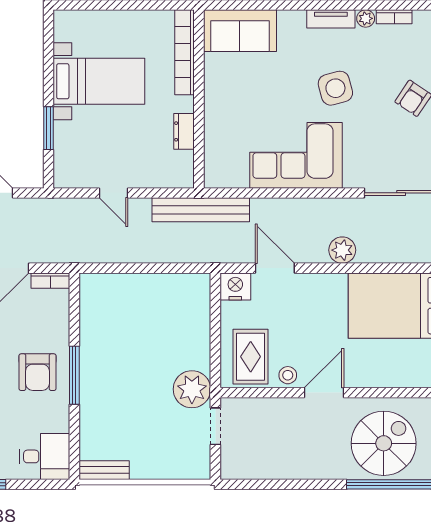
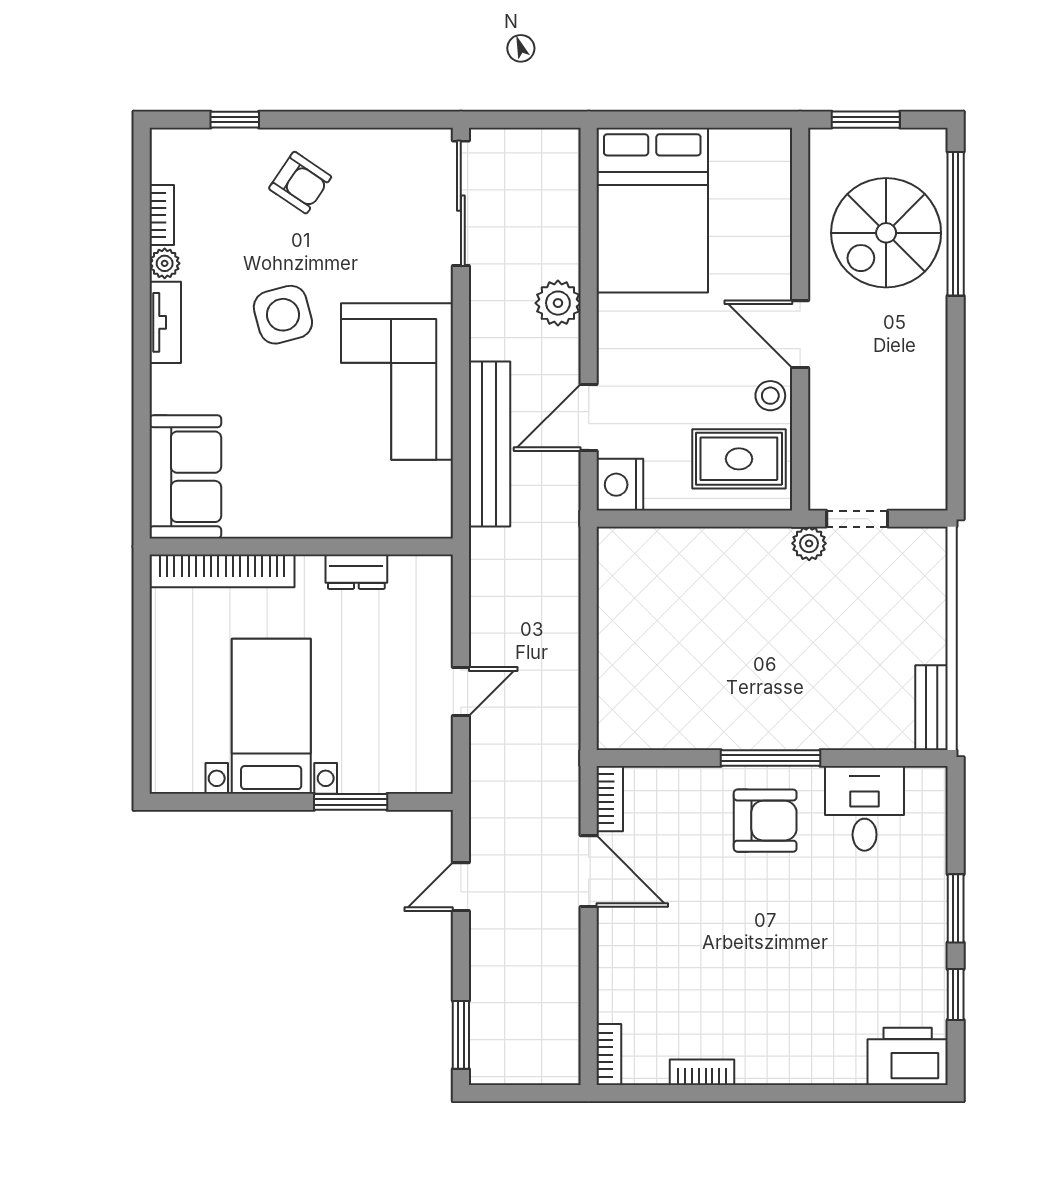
bench: (201, 210) -> (489, 444), moved
plant: (192, 389) -> (809, 543), width x0.53, depth x0.53
spiral stairs: (384, 443) -> (886, 233), turned -90
desk: (45, 456) -> (865, 808), moved

